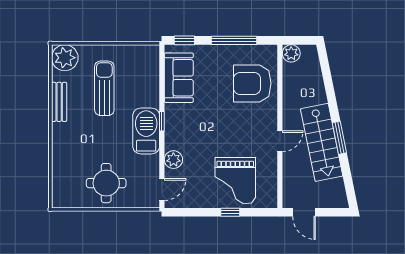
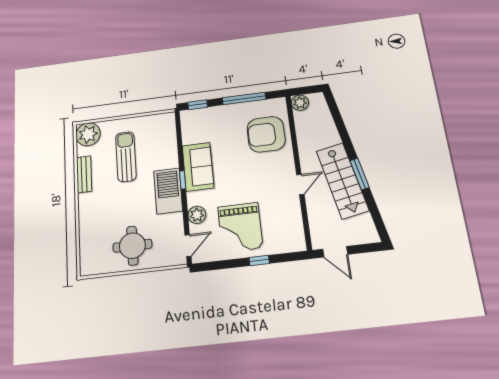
sofa: (179, 78) -> (198, 167), moved
grand piano: (235, 181) -> (240, 227), moved

